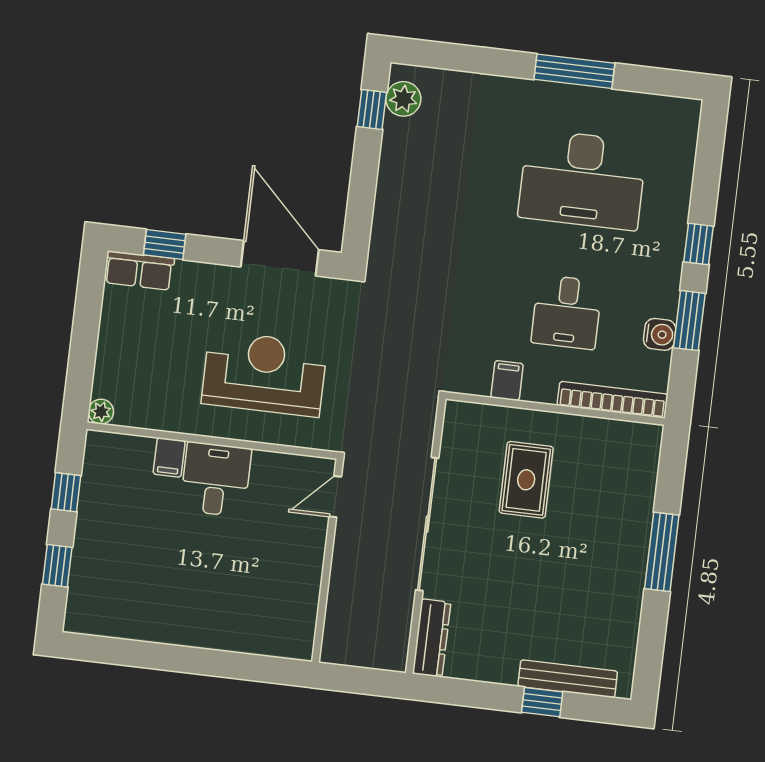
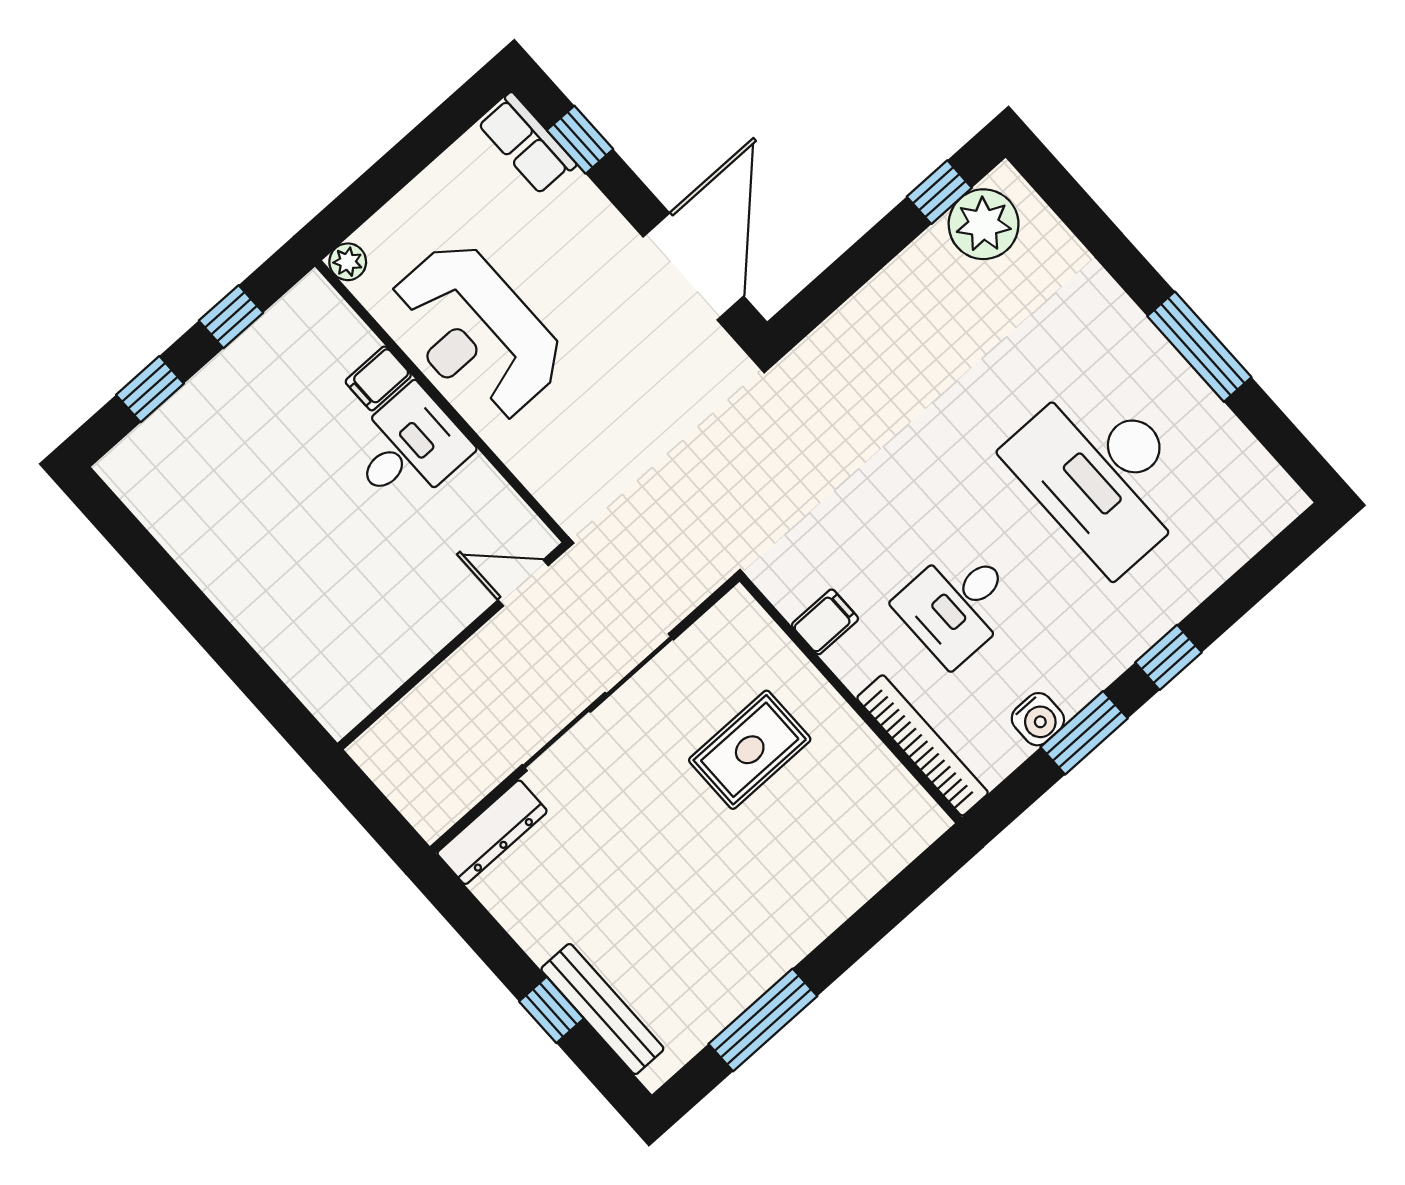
plant: (403, 99) -> (984, 224), width x1.36, depth x1.36
reception desk: (264, 374) -> (476, 332), moved, turned 180
window: (662, 552) -> (763, 1020), moved

